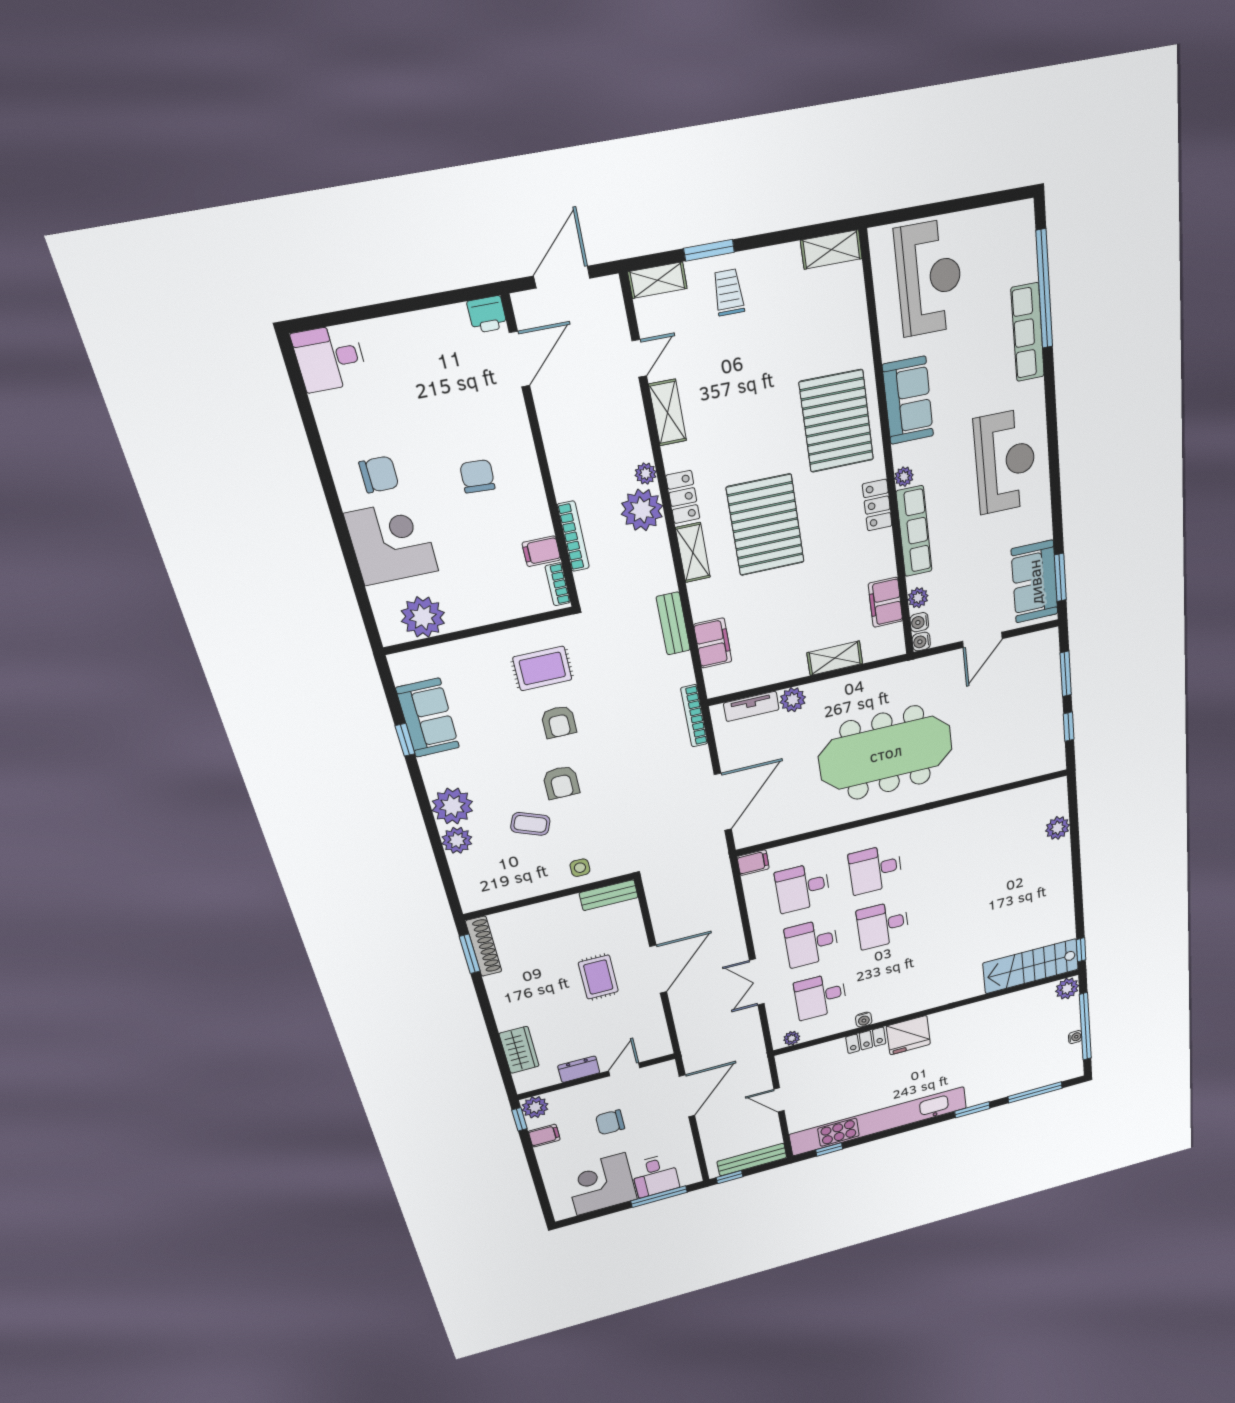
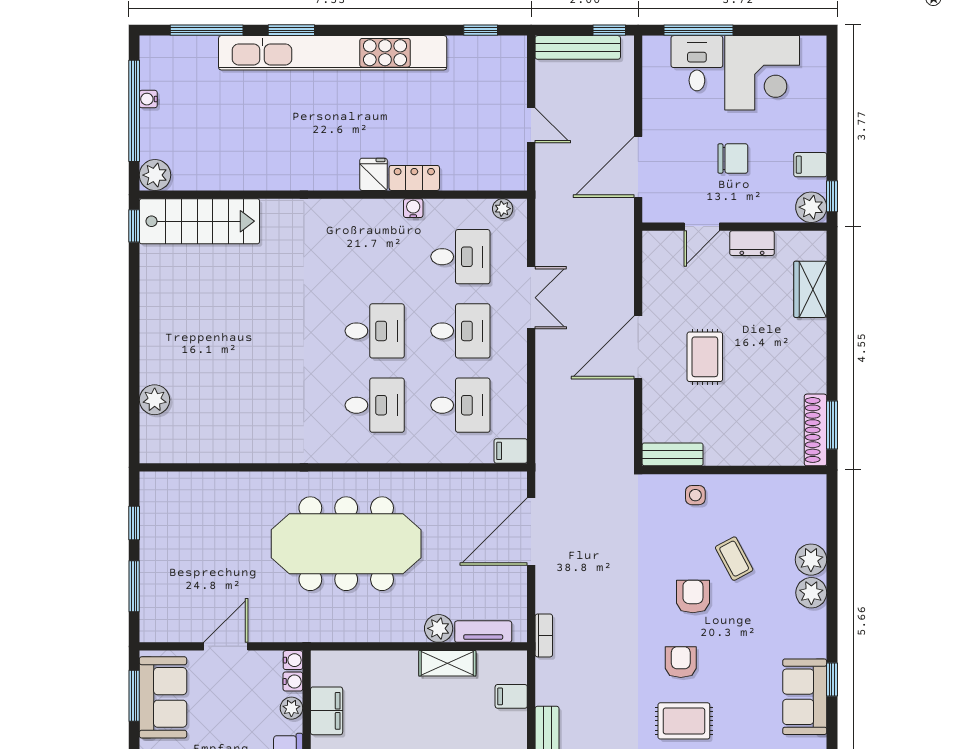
filing cabinet: (713, 643) -> (511, 696), width x0.50
shelving: (835, 658) -> (447, 663), moved
bookcase: (694, 716) -> (544, 635), width x0.64
plant: (452, 806) -> (811, 593), width x0.73, depth x0.73
coffee table: (530, 824) -> (734, 559), turned 40
fridge: (908, 1035) -> (373, 174), width x0.53, depth x0.75
kitchen unit: (879, 1121) -> (333, 53), moved

